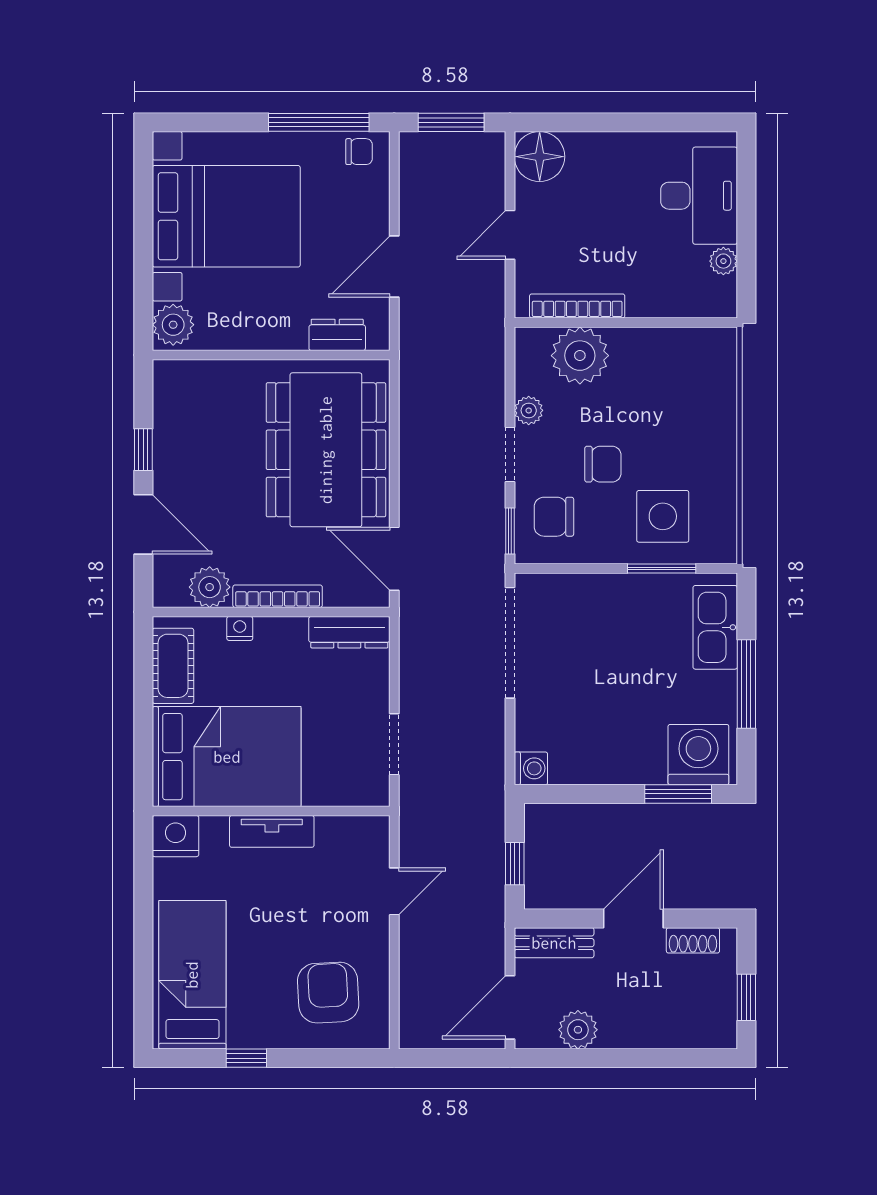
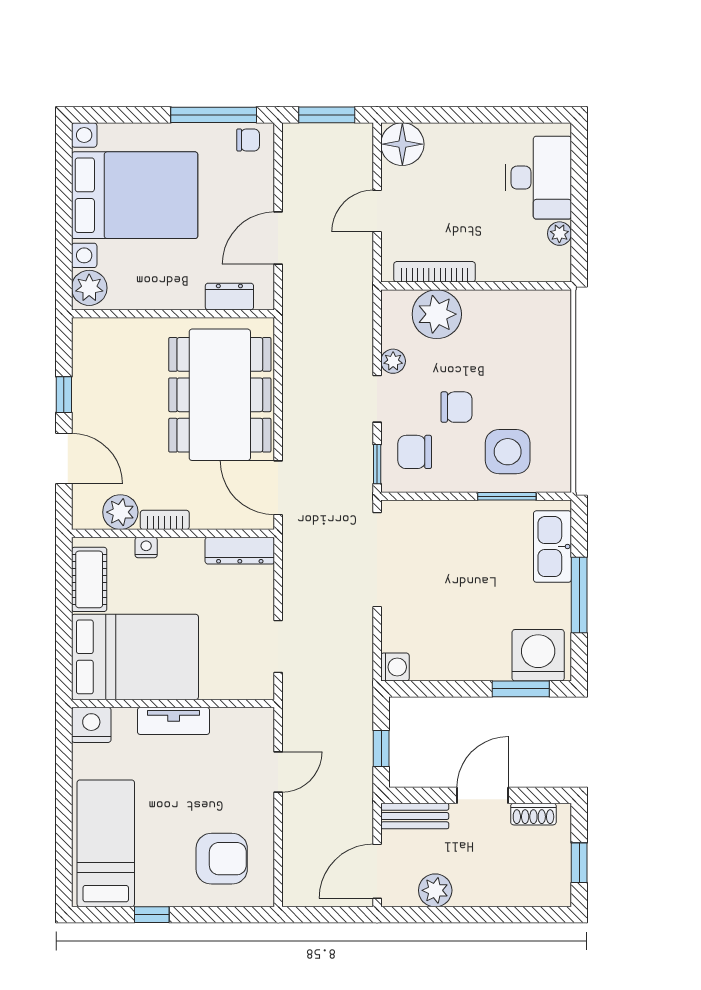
bookcase: (278, 596) -> (165, 520), width x0.64
armchair: (328, 993) -> (222, 859), turned 93

